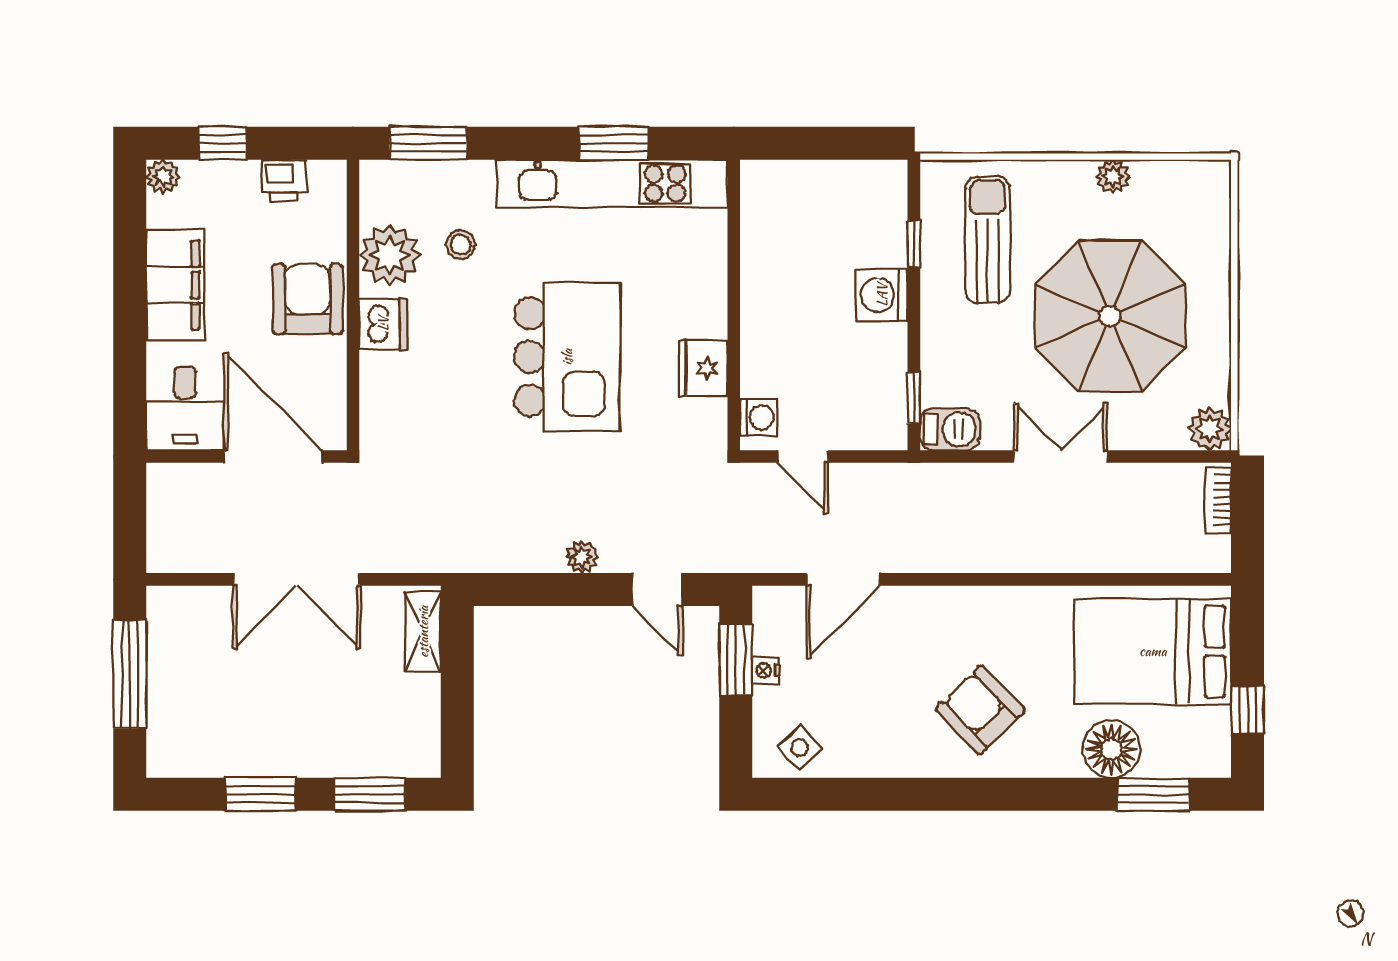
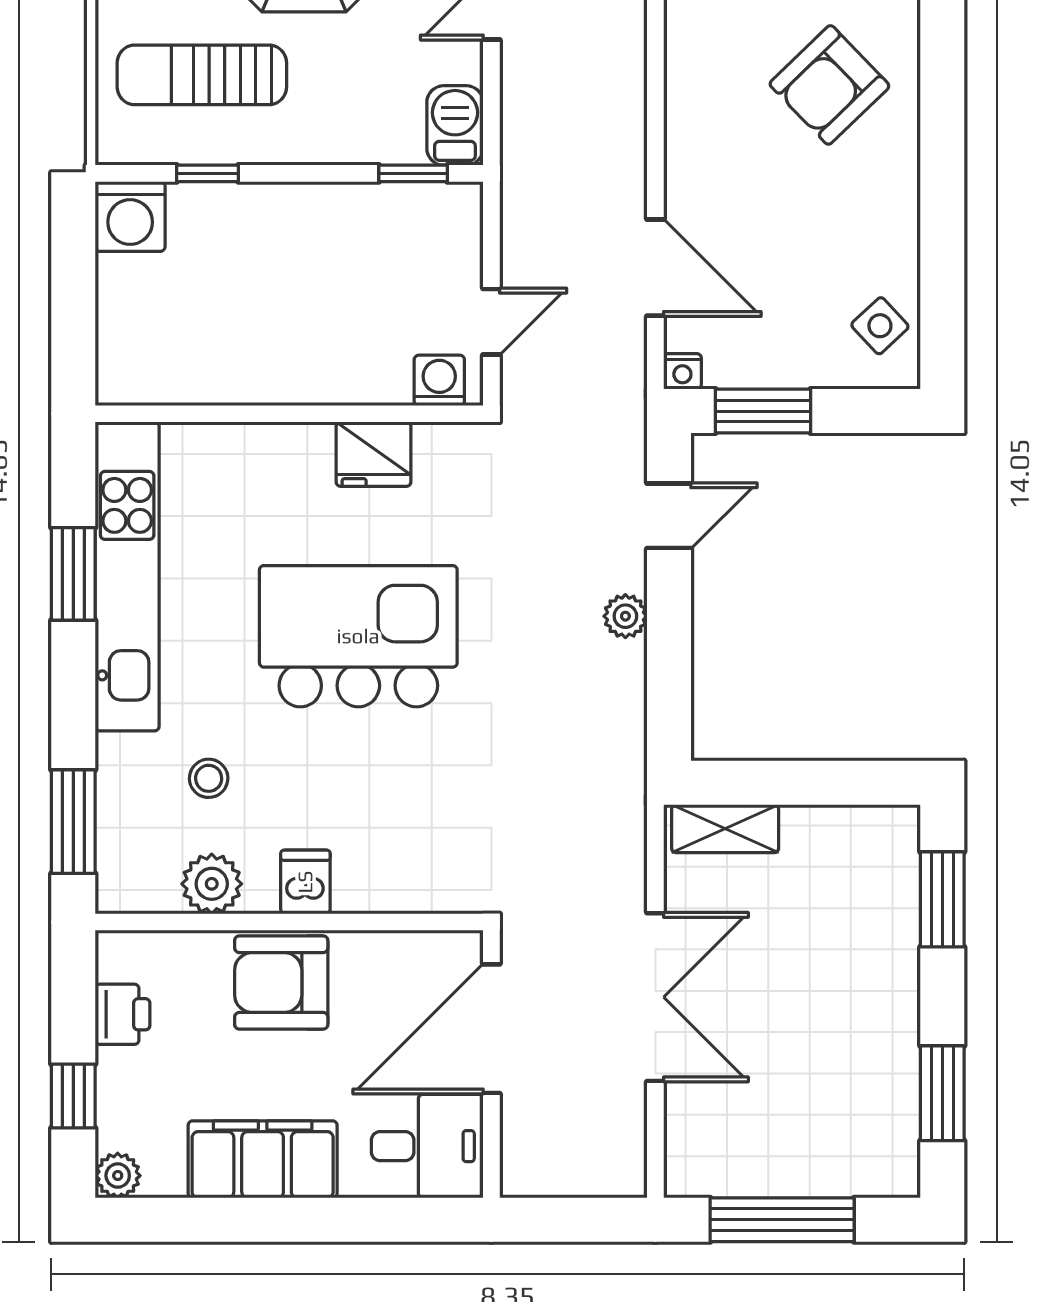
plant: (390, 255) -> (212, 884), width x0.73, depth x0.73
washing machine: (882, 295) -> (130, 216), moved
dishwasher: (383, 324) -> (305, 882), width x0.73
nightstand: (765, 670) -> (682, 371), moved
window: (261, 794) -> (942, 1093), moved

